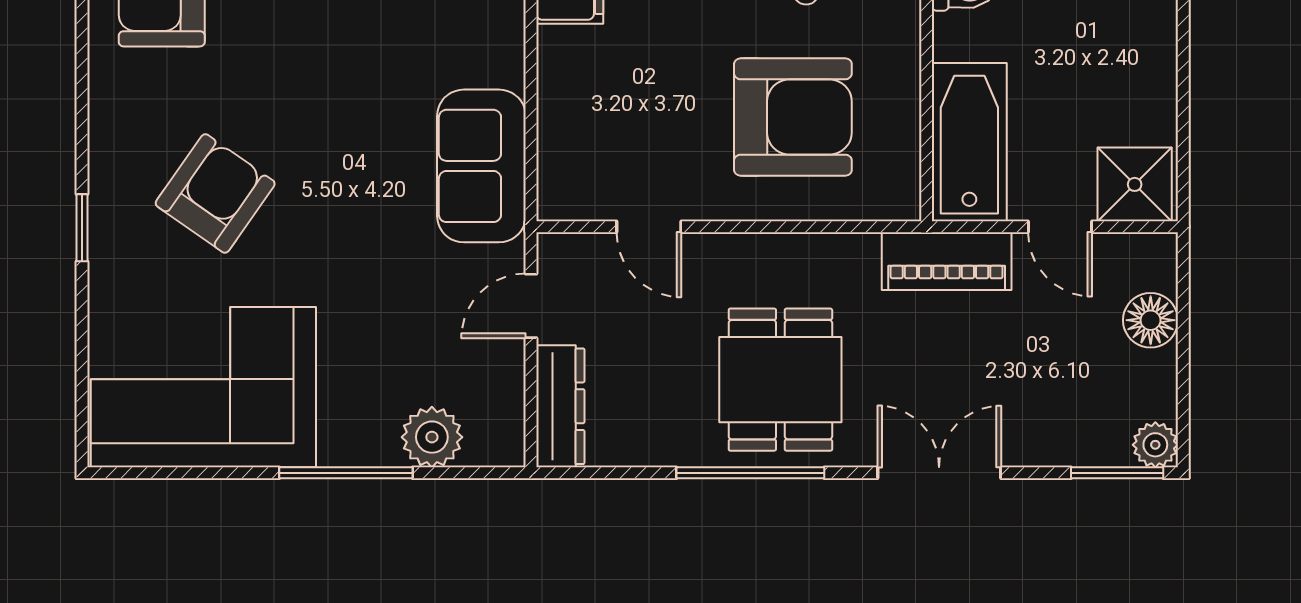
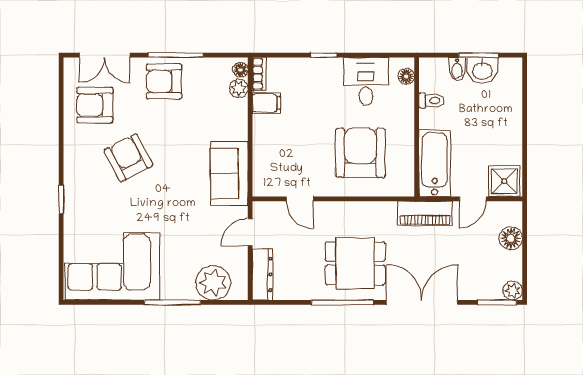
armchair: (793, 117) -> (360, 153), turned -90
armchair: (215, 193) -> (128, 158), moved, turned -62
door: (1060, 227) -> (473, 199), hinge flipped
dining table: (780, 380) -> (355, 263), turned 90
plant: (432, 437) -> (213, 283), width x1.36, depth x1.36
double door: (939, 473) -> (422, 302), width x1.37

